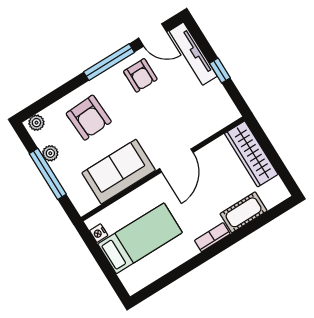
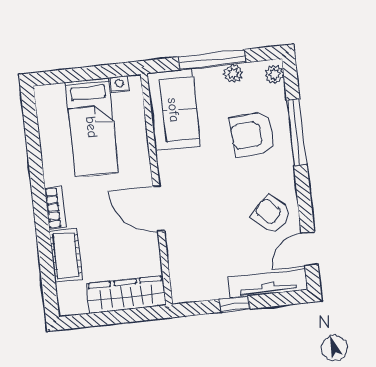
window: (109, 62) -> (297, 132), moved
armchair: (140, 75) -> (272, 214), turned 43
sofa: (119, 172) -> (174, 110), moved

